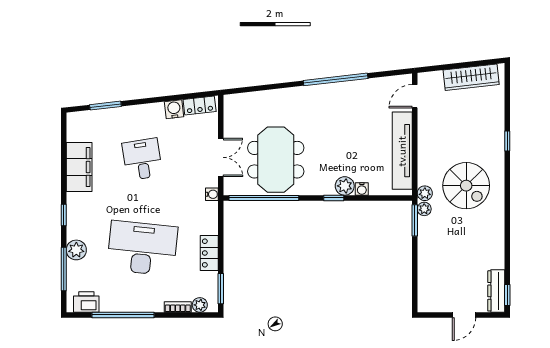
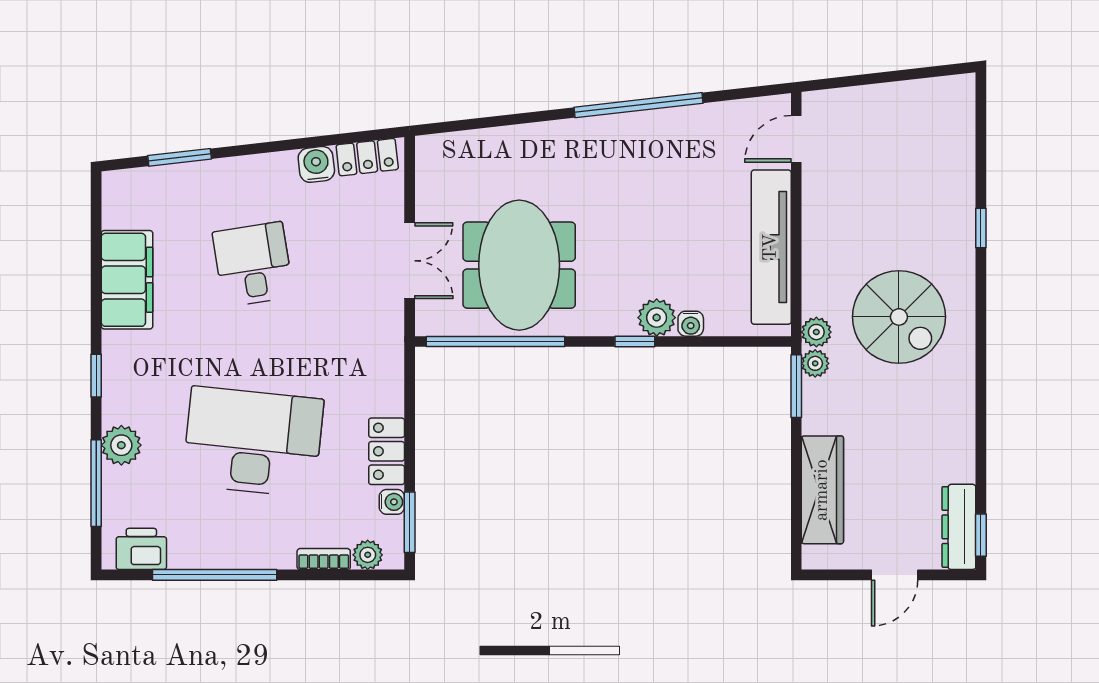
wardrobe: (471, 77) -> (822, 490), moved, turned -84
water cooler: (212, 194) -> (392, 502), moved

